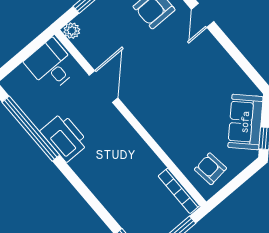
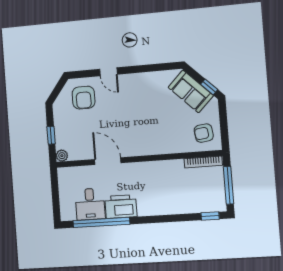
desk: (51, 65) -> (90, 204), moved, turned -90

